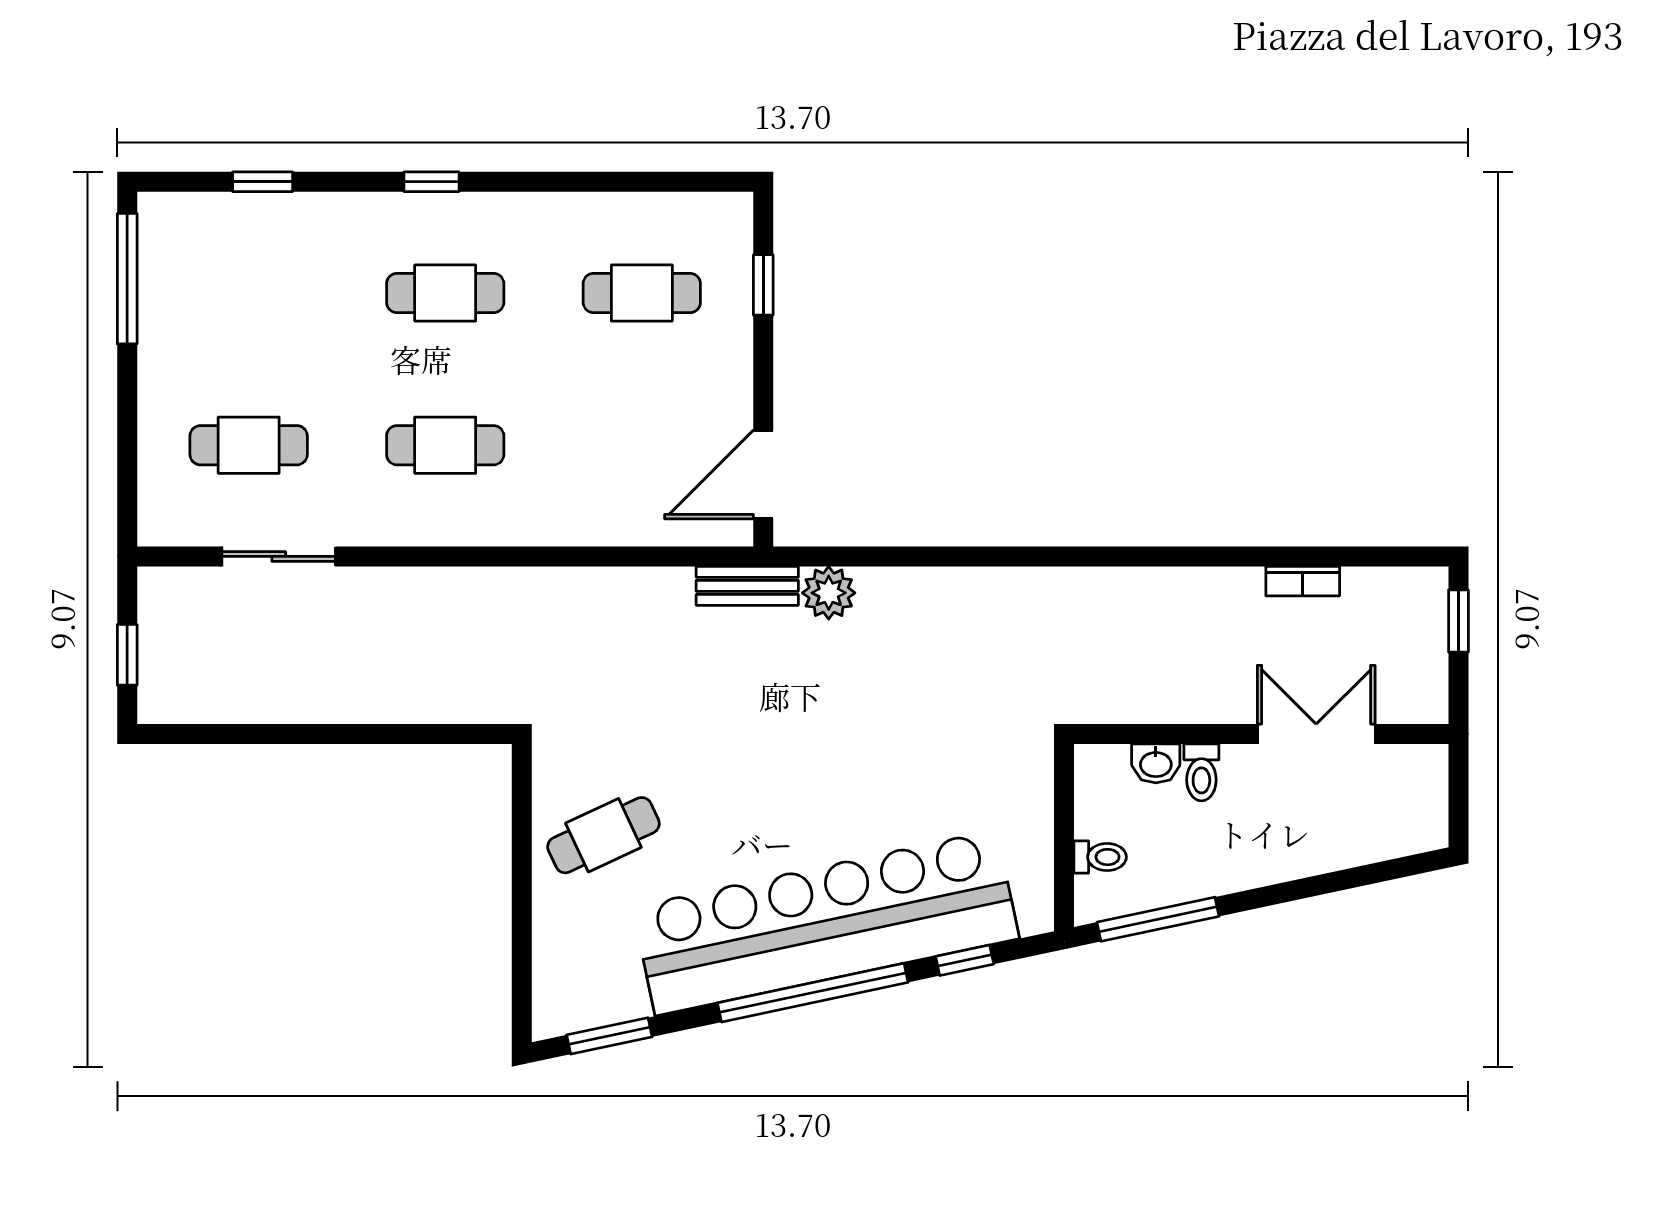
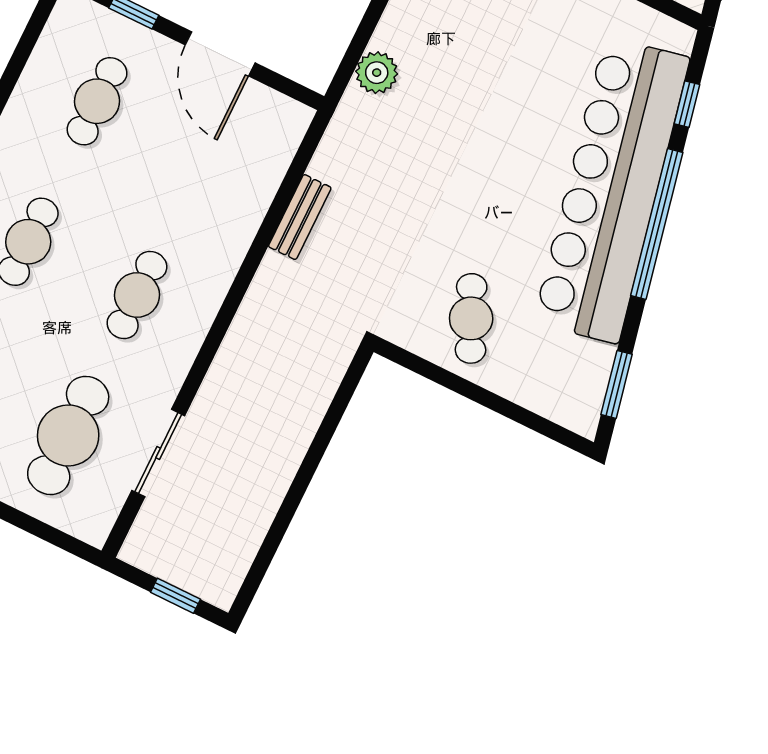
cafe table: (249, 445) -> (68, 435), width x1.37, depth x1.35
door: (763, 474) -> (220, 54), moved
bench: (747, 586) -> (300, 217), moved

